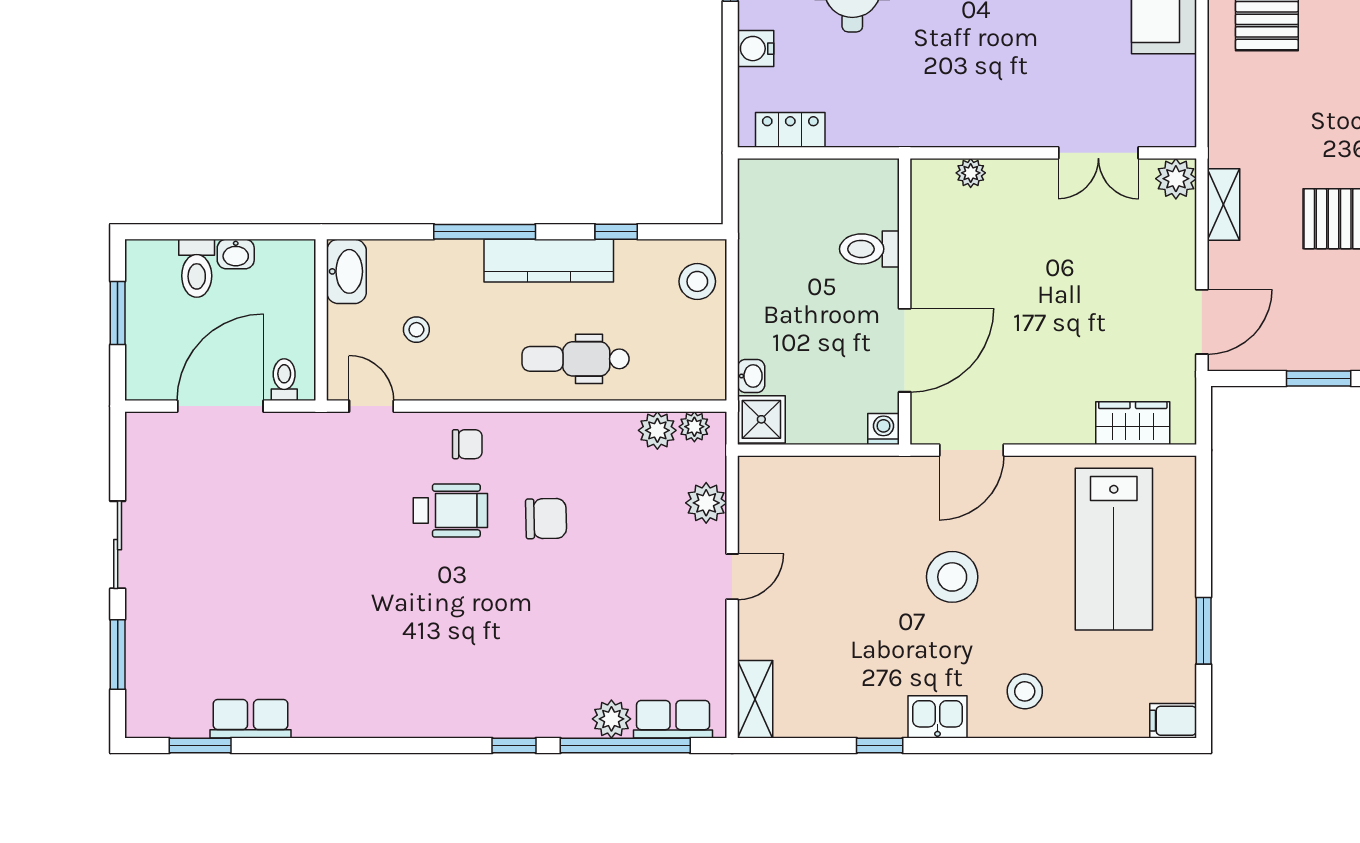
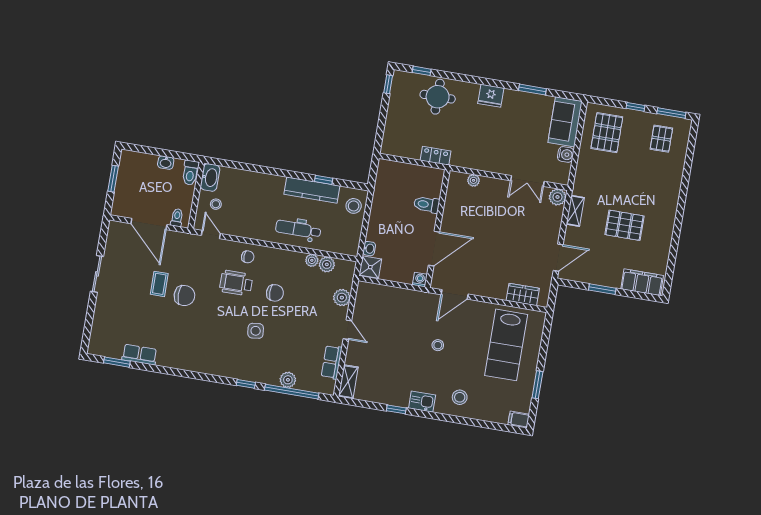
water cooler: (756, 49) -> (566, 154), moved, turned 180
locker: (790, 130) -> (436, 156), moved
window: (485, 232) -> (270, 171), removed
kitchen counter: (549, 261) -> (312, 190), moved
toilet: (197, 268) -> (190, 173), moved
stool: (416, 330) -> (216, 204), moved
door: (220, 406) -> (149, 224), swing flipped
plant: (694, 427) -> (312, 260), moved
wheelchair: (450, 511) -> (236, 283), turned 180
coffee table: (269, 544) -> (159, 284), added
chair: (333, 561) -> (184, 296), added
door: (732, 577) -> (347, 330), hinge flipped
stool: (952, 577) -> (438, 345), width x0.53, depth x0.53
side table: (516, 616) -> (256, 331), added
window: (118, 654) -> (89, 319), removed
row of seats: (673, 719) -> (332, 362), moved, turned -90

